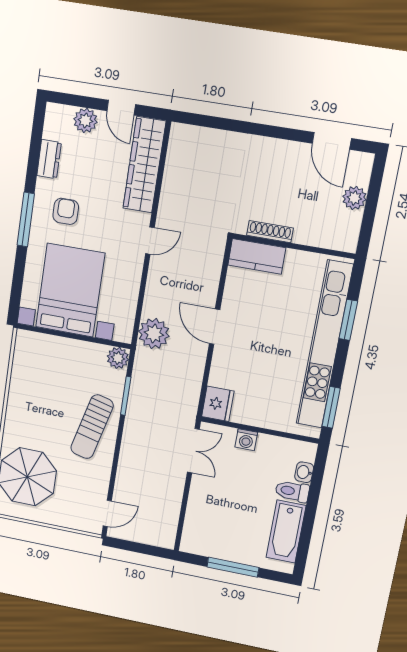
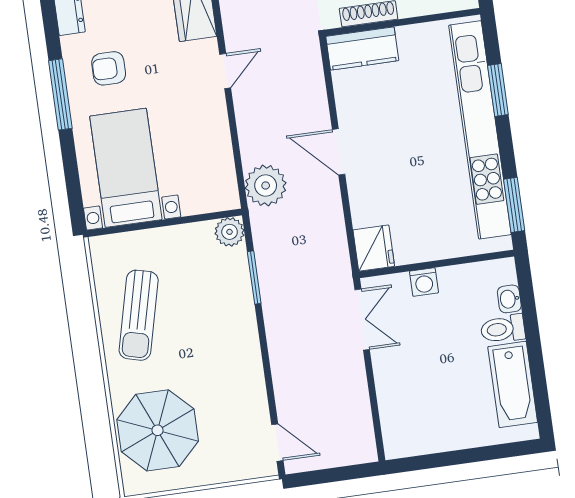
armchair: (66, 211) -> (109, 68), turned -90
bed with nightstands: (70, 290) -> (126, 168), width x0.73
sun lounger: (92, 427) -> (139, 315), moved
door: (107, 513) -> (277, 443), hinge flipped
window: (233, 567) -> (462, 457), removed

